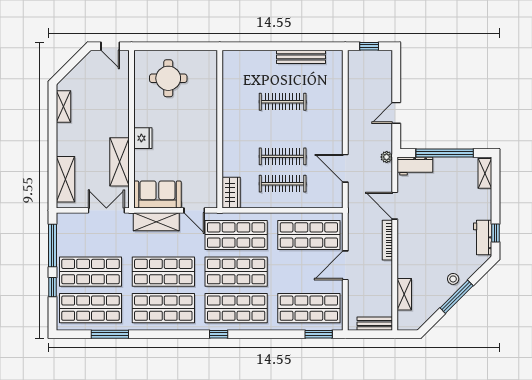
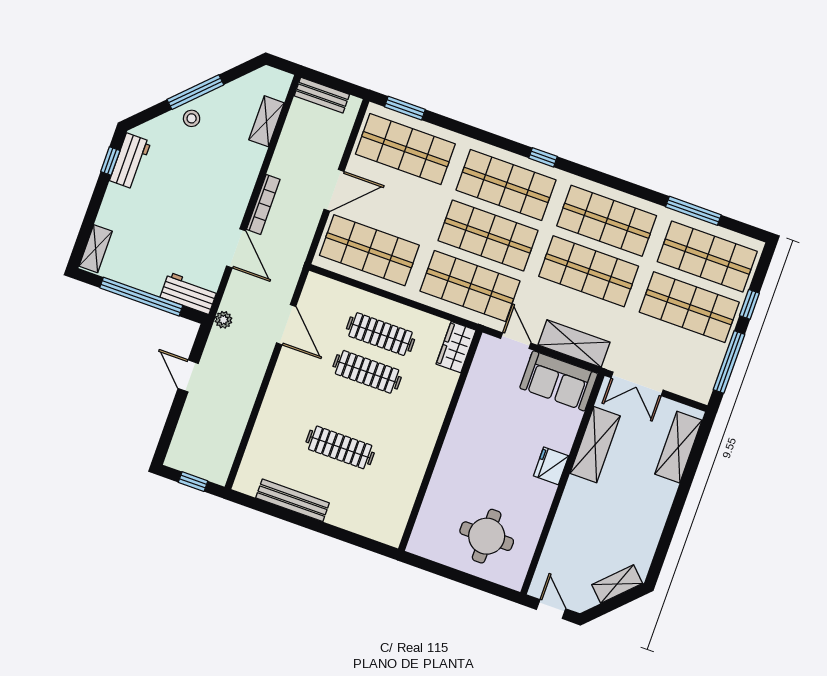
shelving: (64, 107) -> (617, 584), moved, turned 45
door: (396, 113) -> (188, 376), swing flipped

